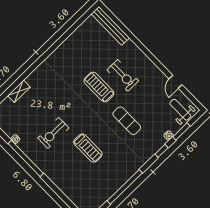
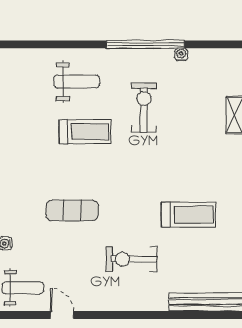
treadmill: (99, 87) -> (189, 215), moved
treadmill: (88, 148) -> (85, 131), turned 180
weight bench: (70, 172) -> (77, 82), added

